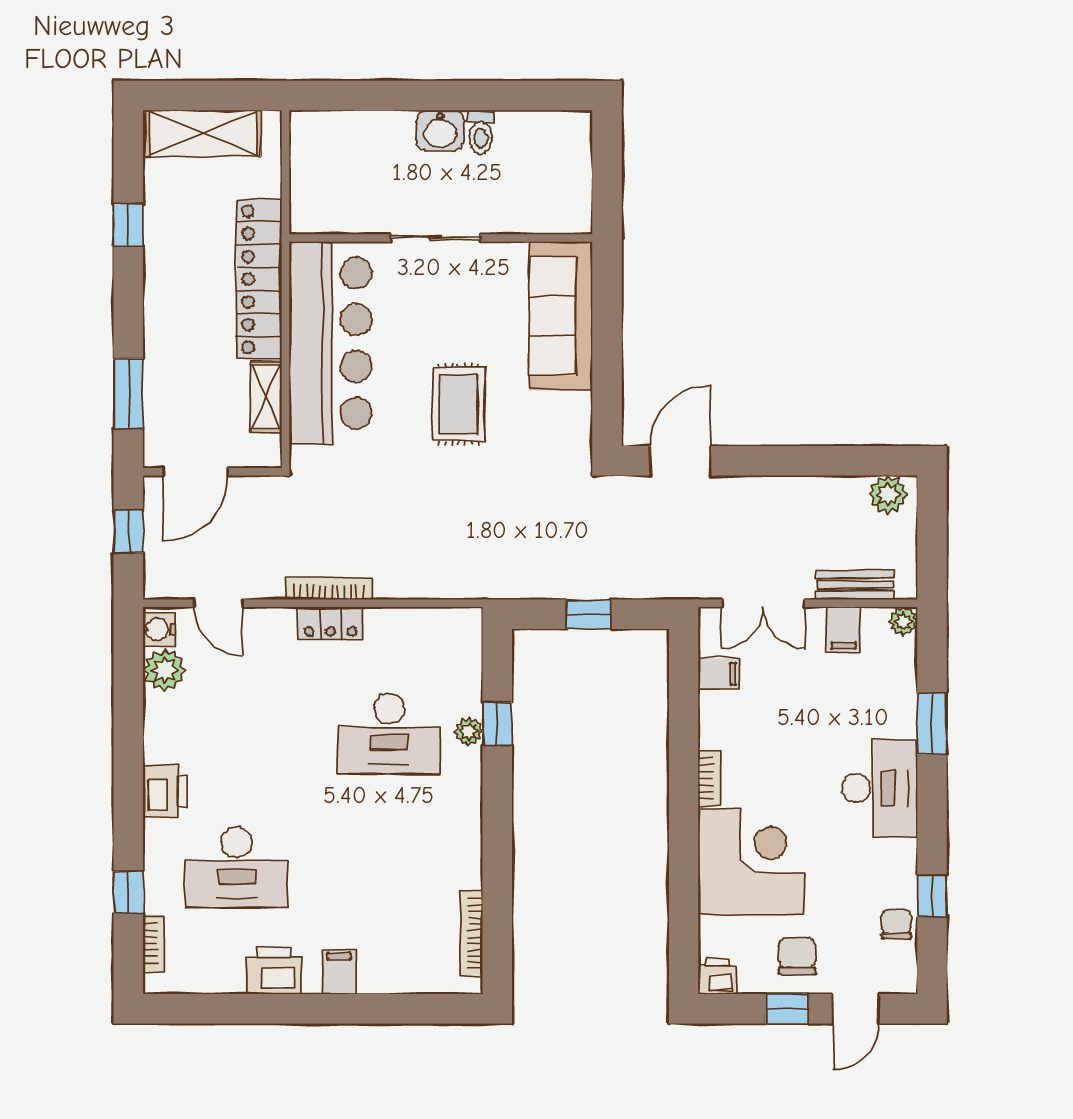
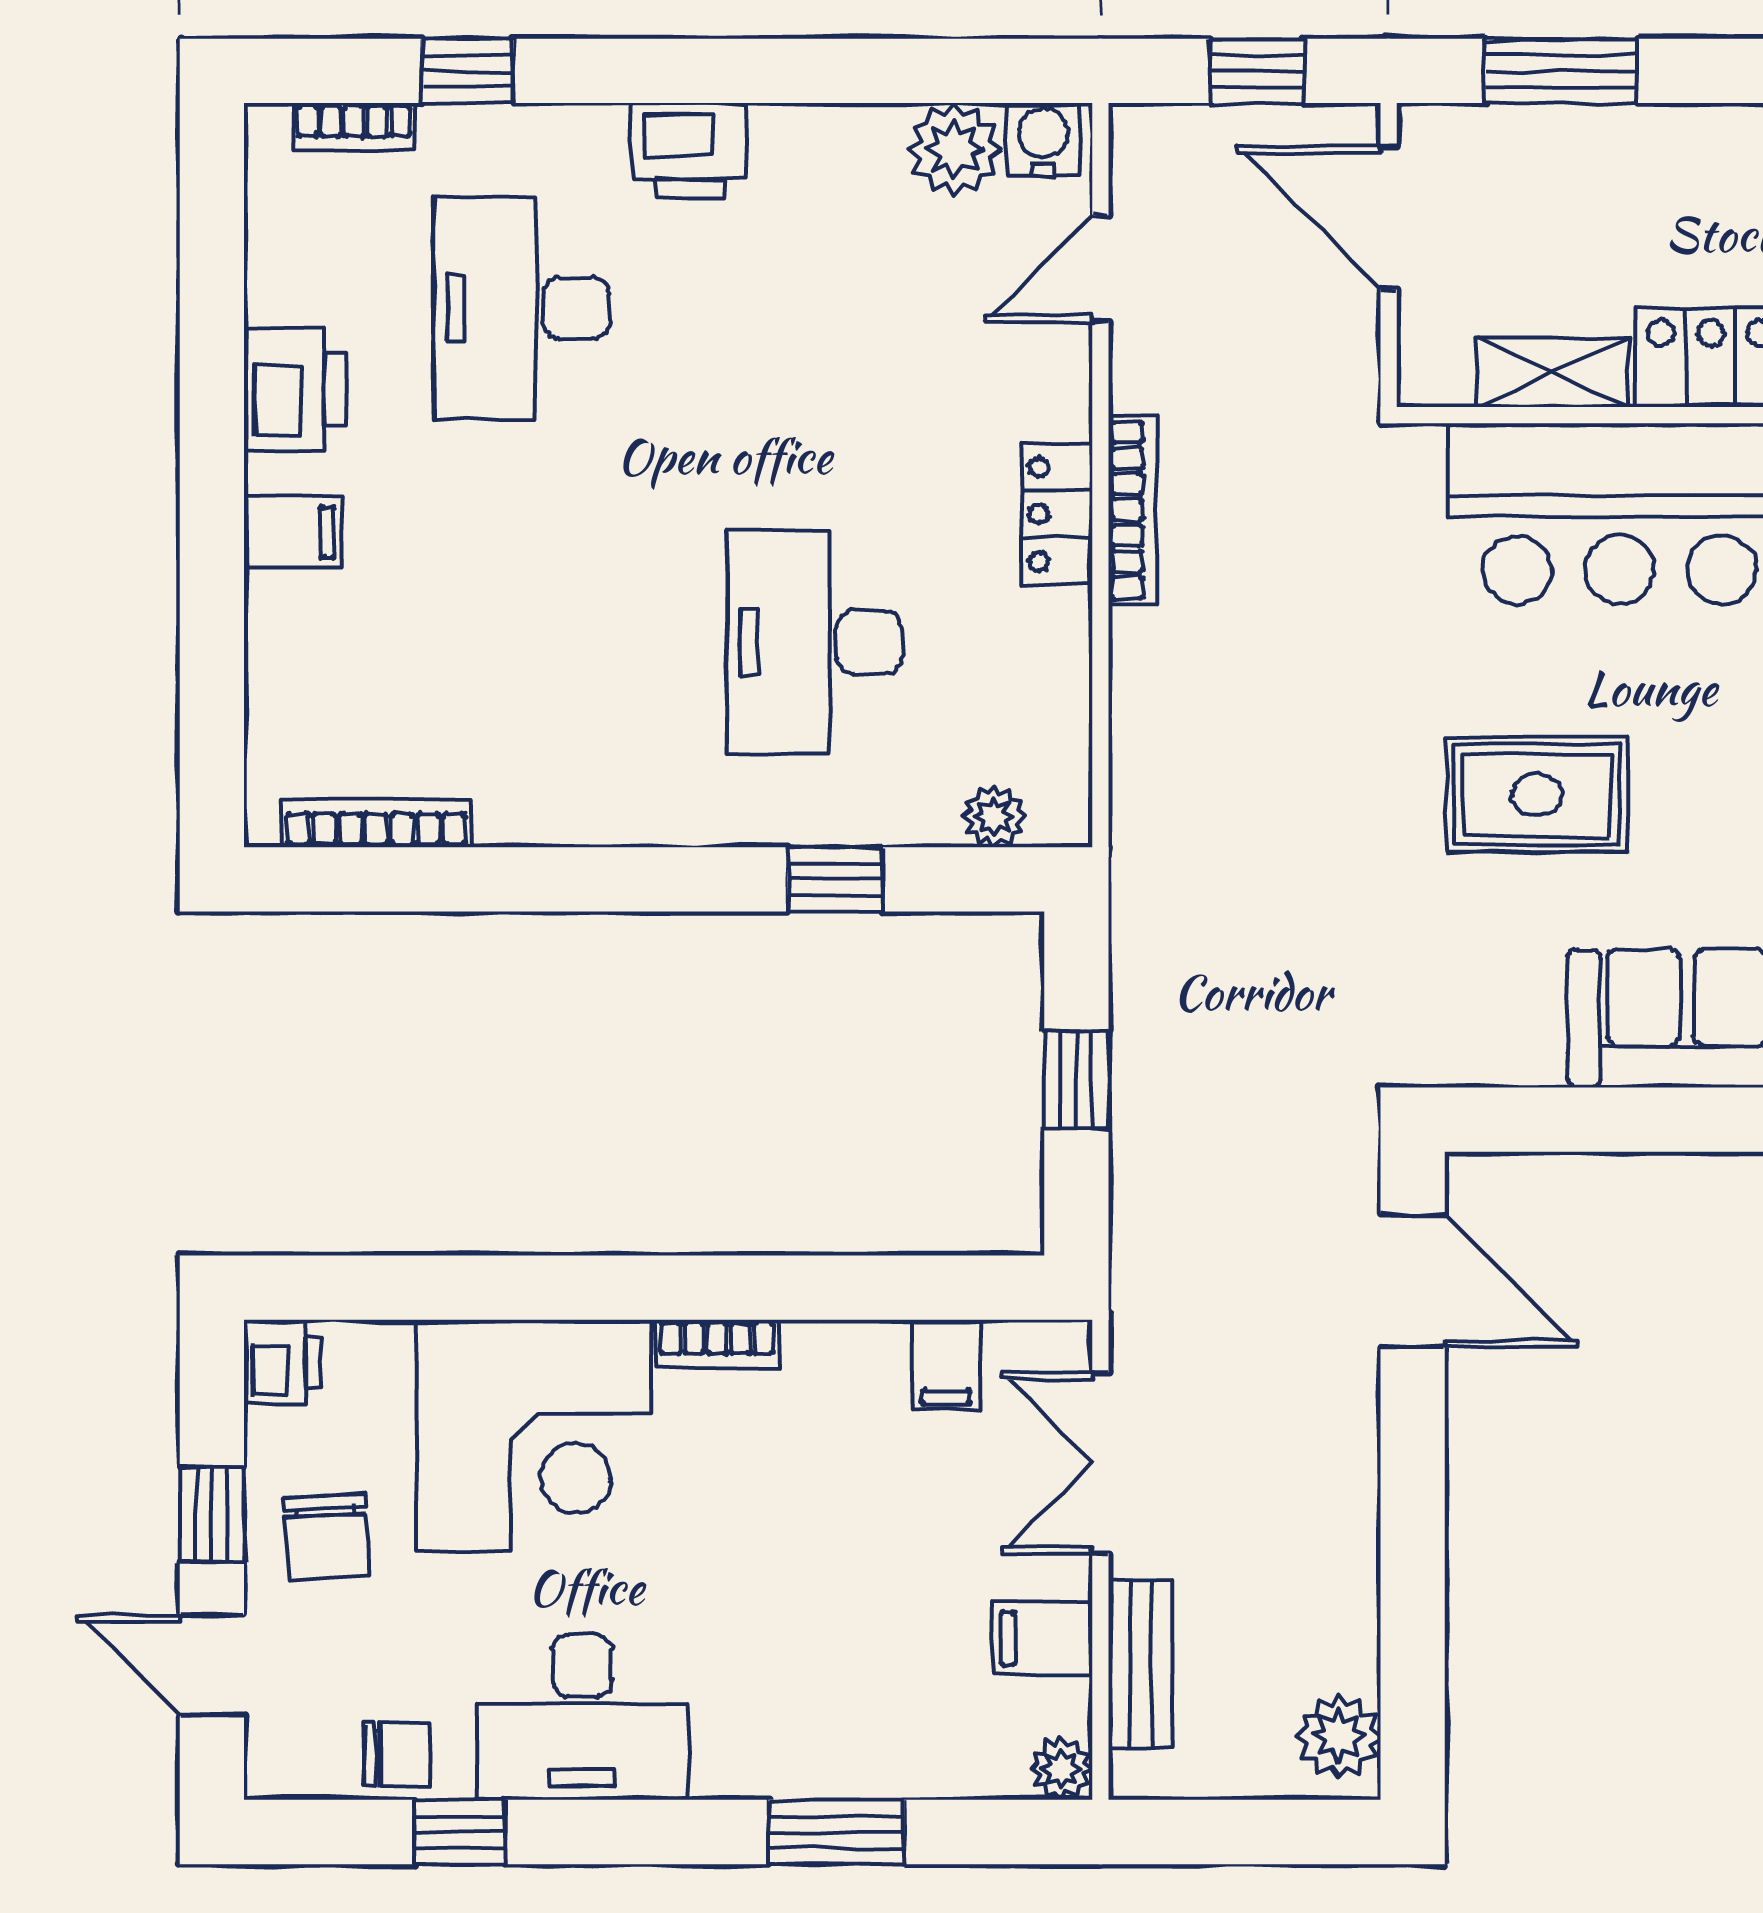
plant: (469, 731) -> (994, 816), moved
desk: (880, 788) -> (582, 1717), moved
chair: (797, 956) -> (327, 1536), turned 86

